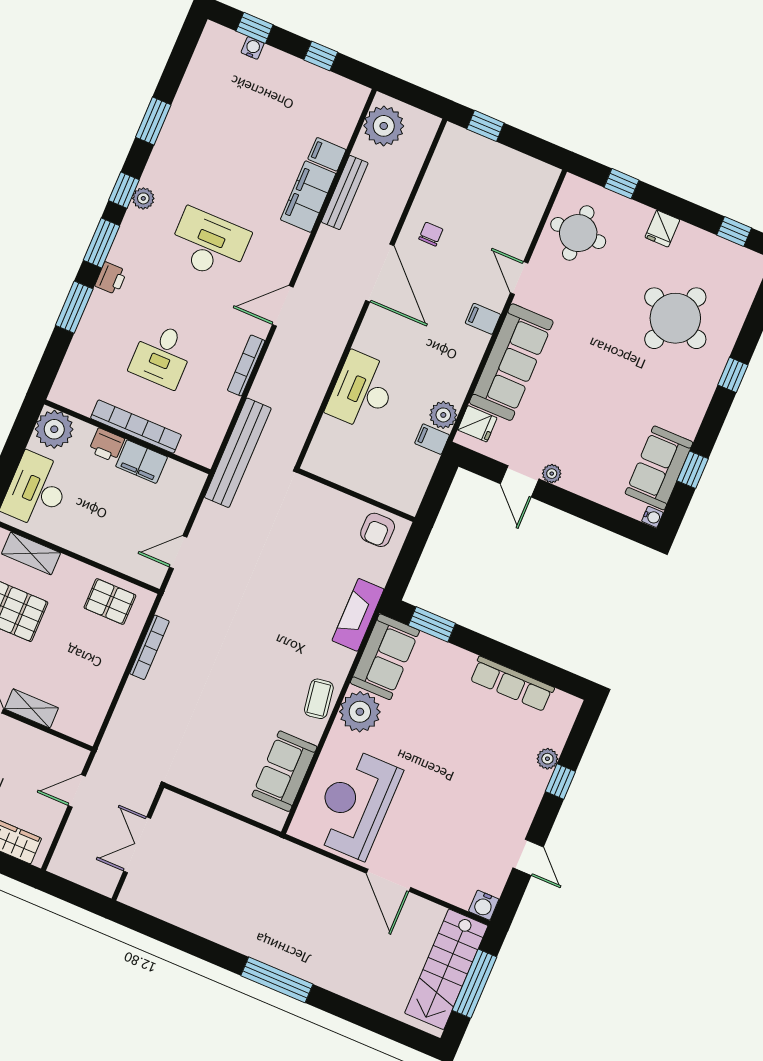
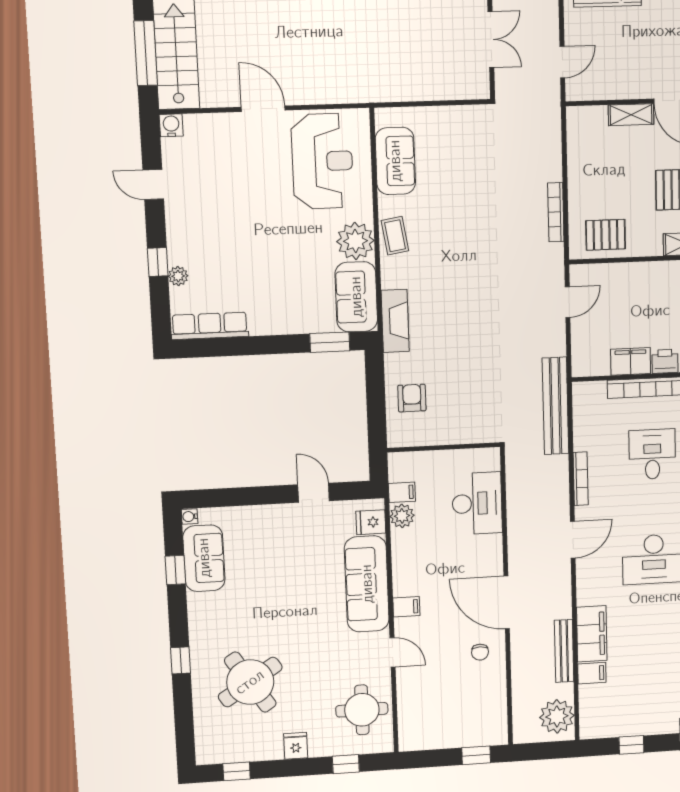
round table: (675, 318) -> (250, 682), turned 35
plant: (552, 474) -> (290, 512), removed
wall: (356, 495) -> (444, 447), moved
row of seats: (512, 684) -> (210, 326), moved

